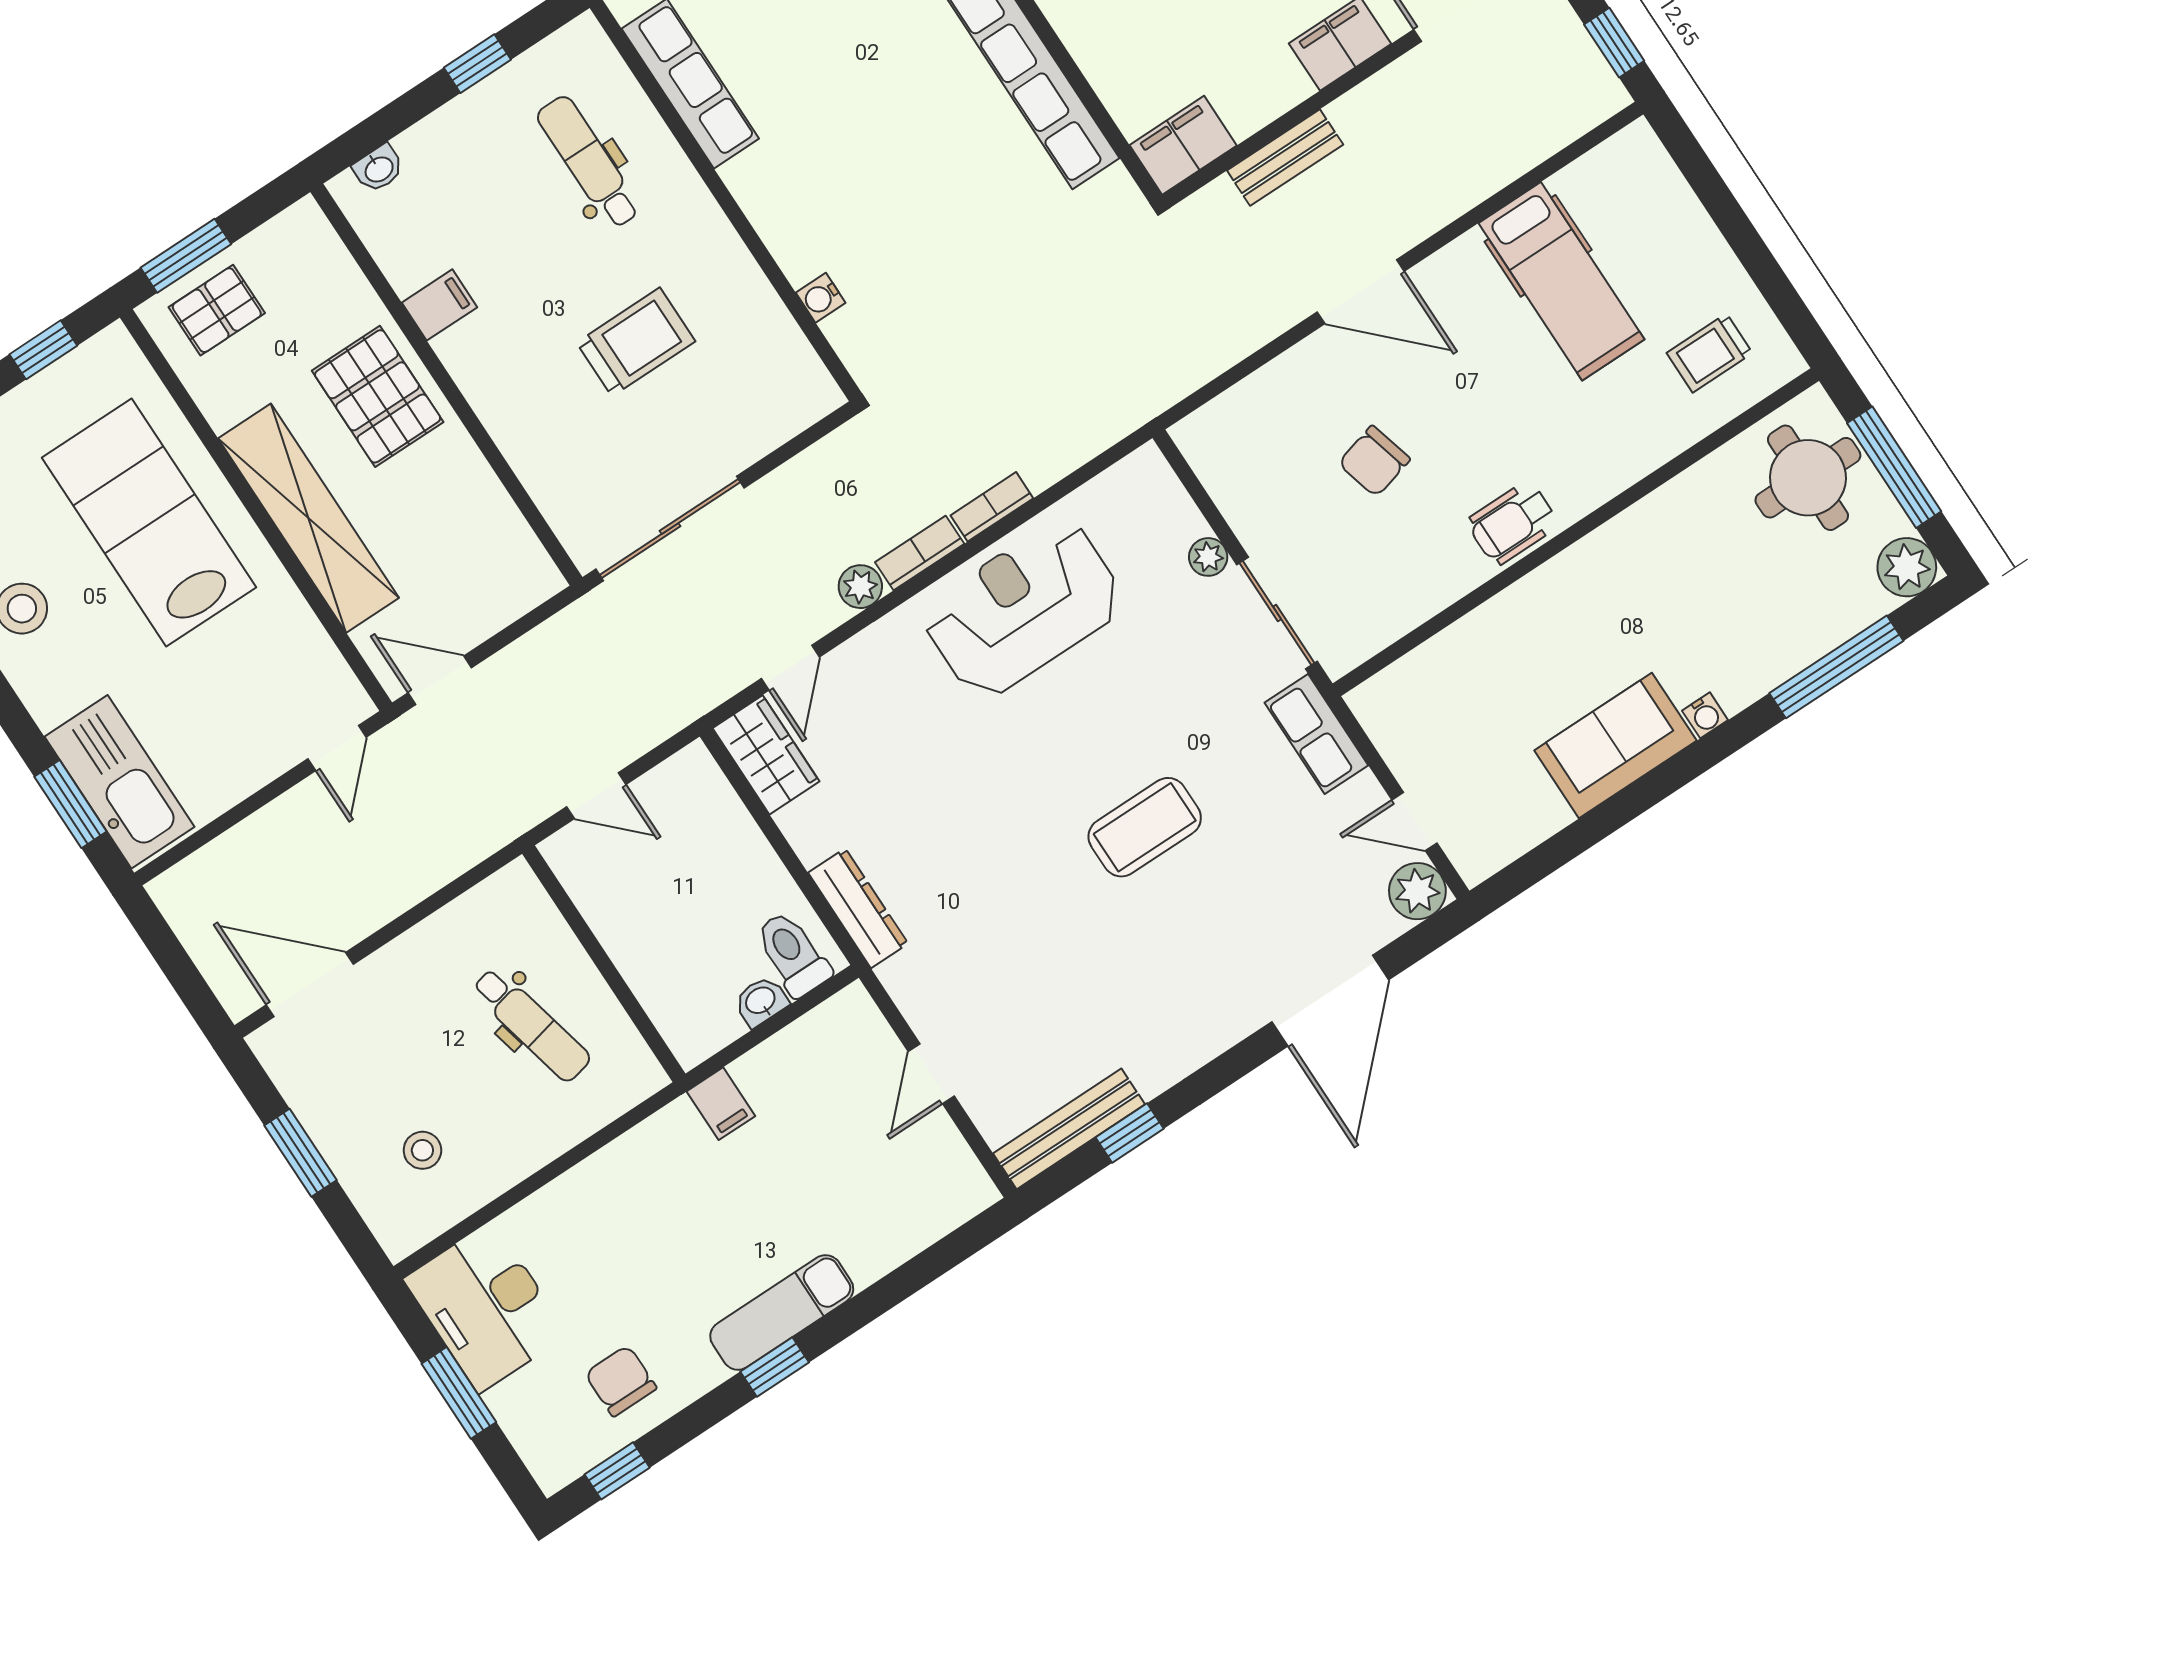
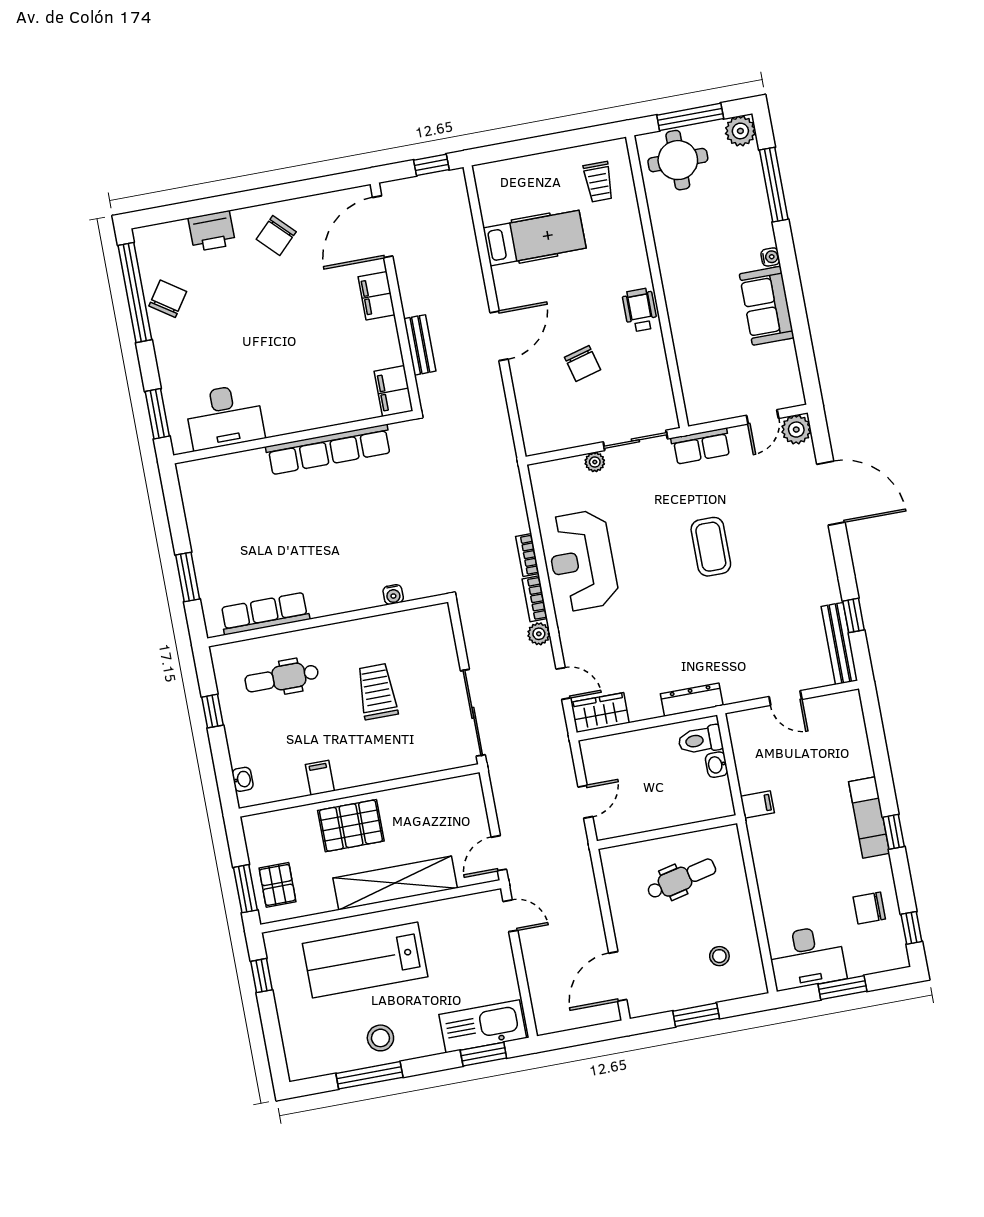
wheelchair: (1513, 523) -> (640, 310), turned 180

